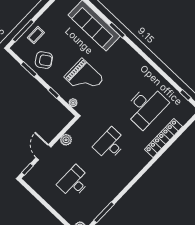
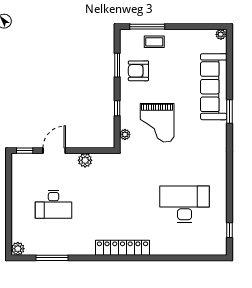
armchair: (44, 60) -> (138, 71), turned 123
desk: (146, 107) -> (185, 204), turned 180
locker: (163, 138) -> (122, 248), moved
desk: (110, 144) -> (119, 204), removed
desk: (74, 182) -> (54, 204), turned 180

